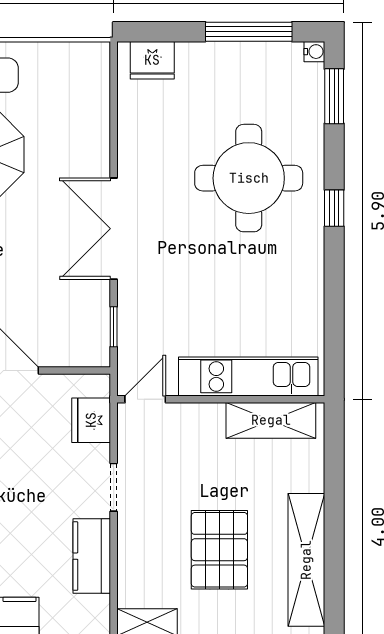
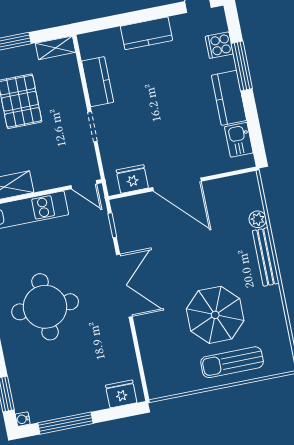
round table: (249, 178) -> (45, 307), moved
door: (145, 399) -> (84, 185), hinge flipped
fridge: (91, 420) -> (132, 179), moved, turned -90

